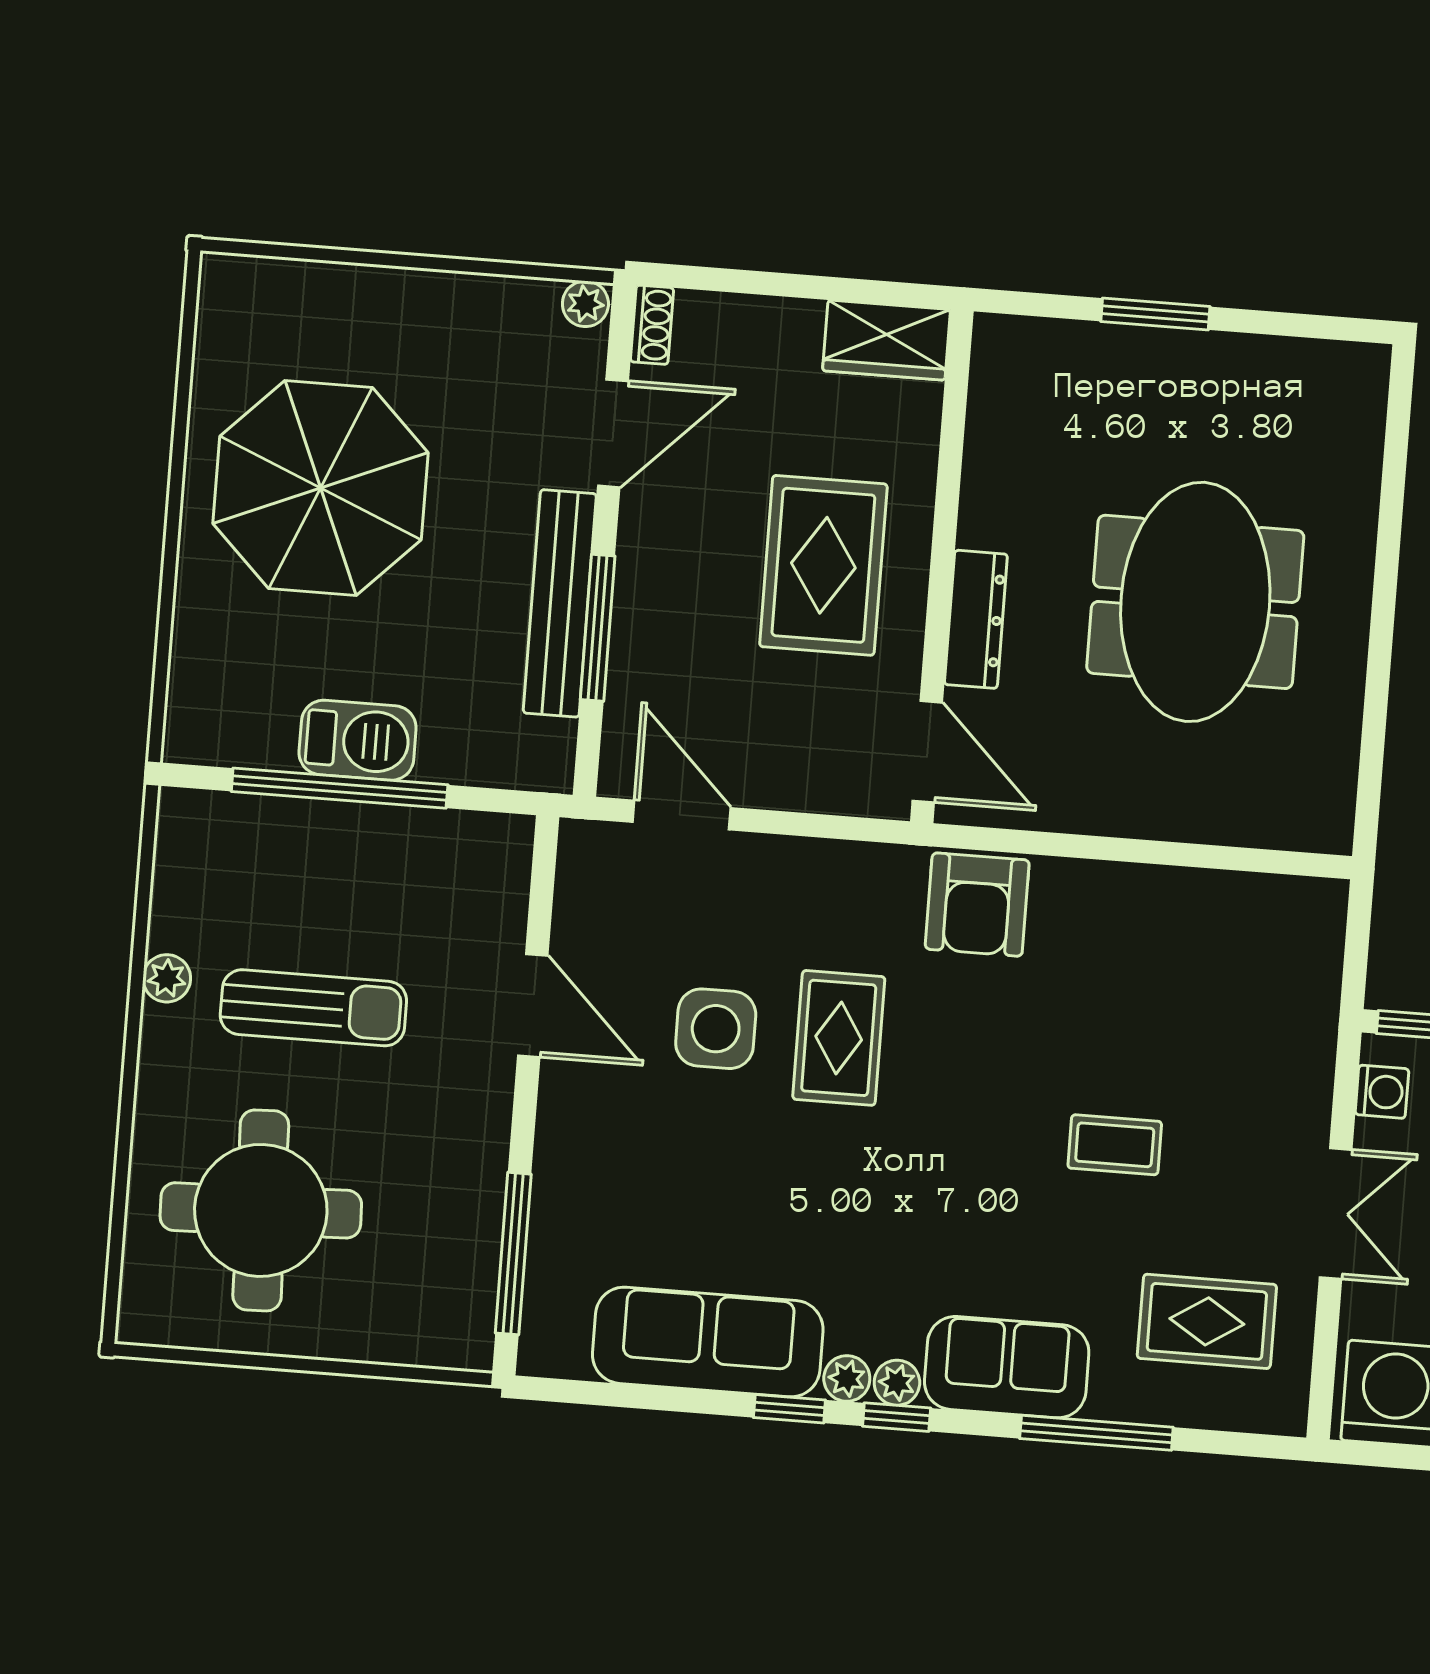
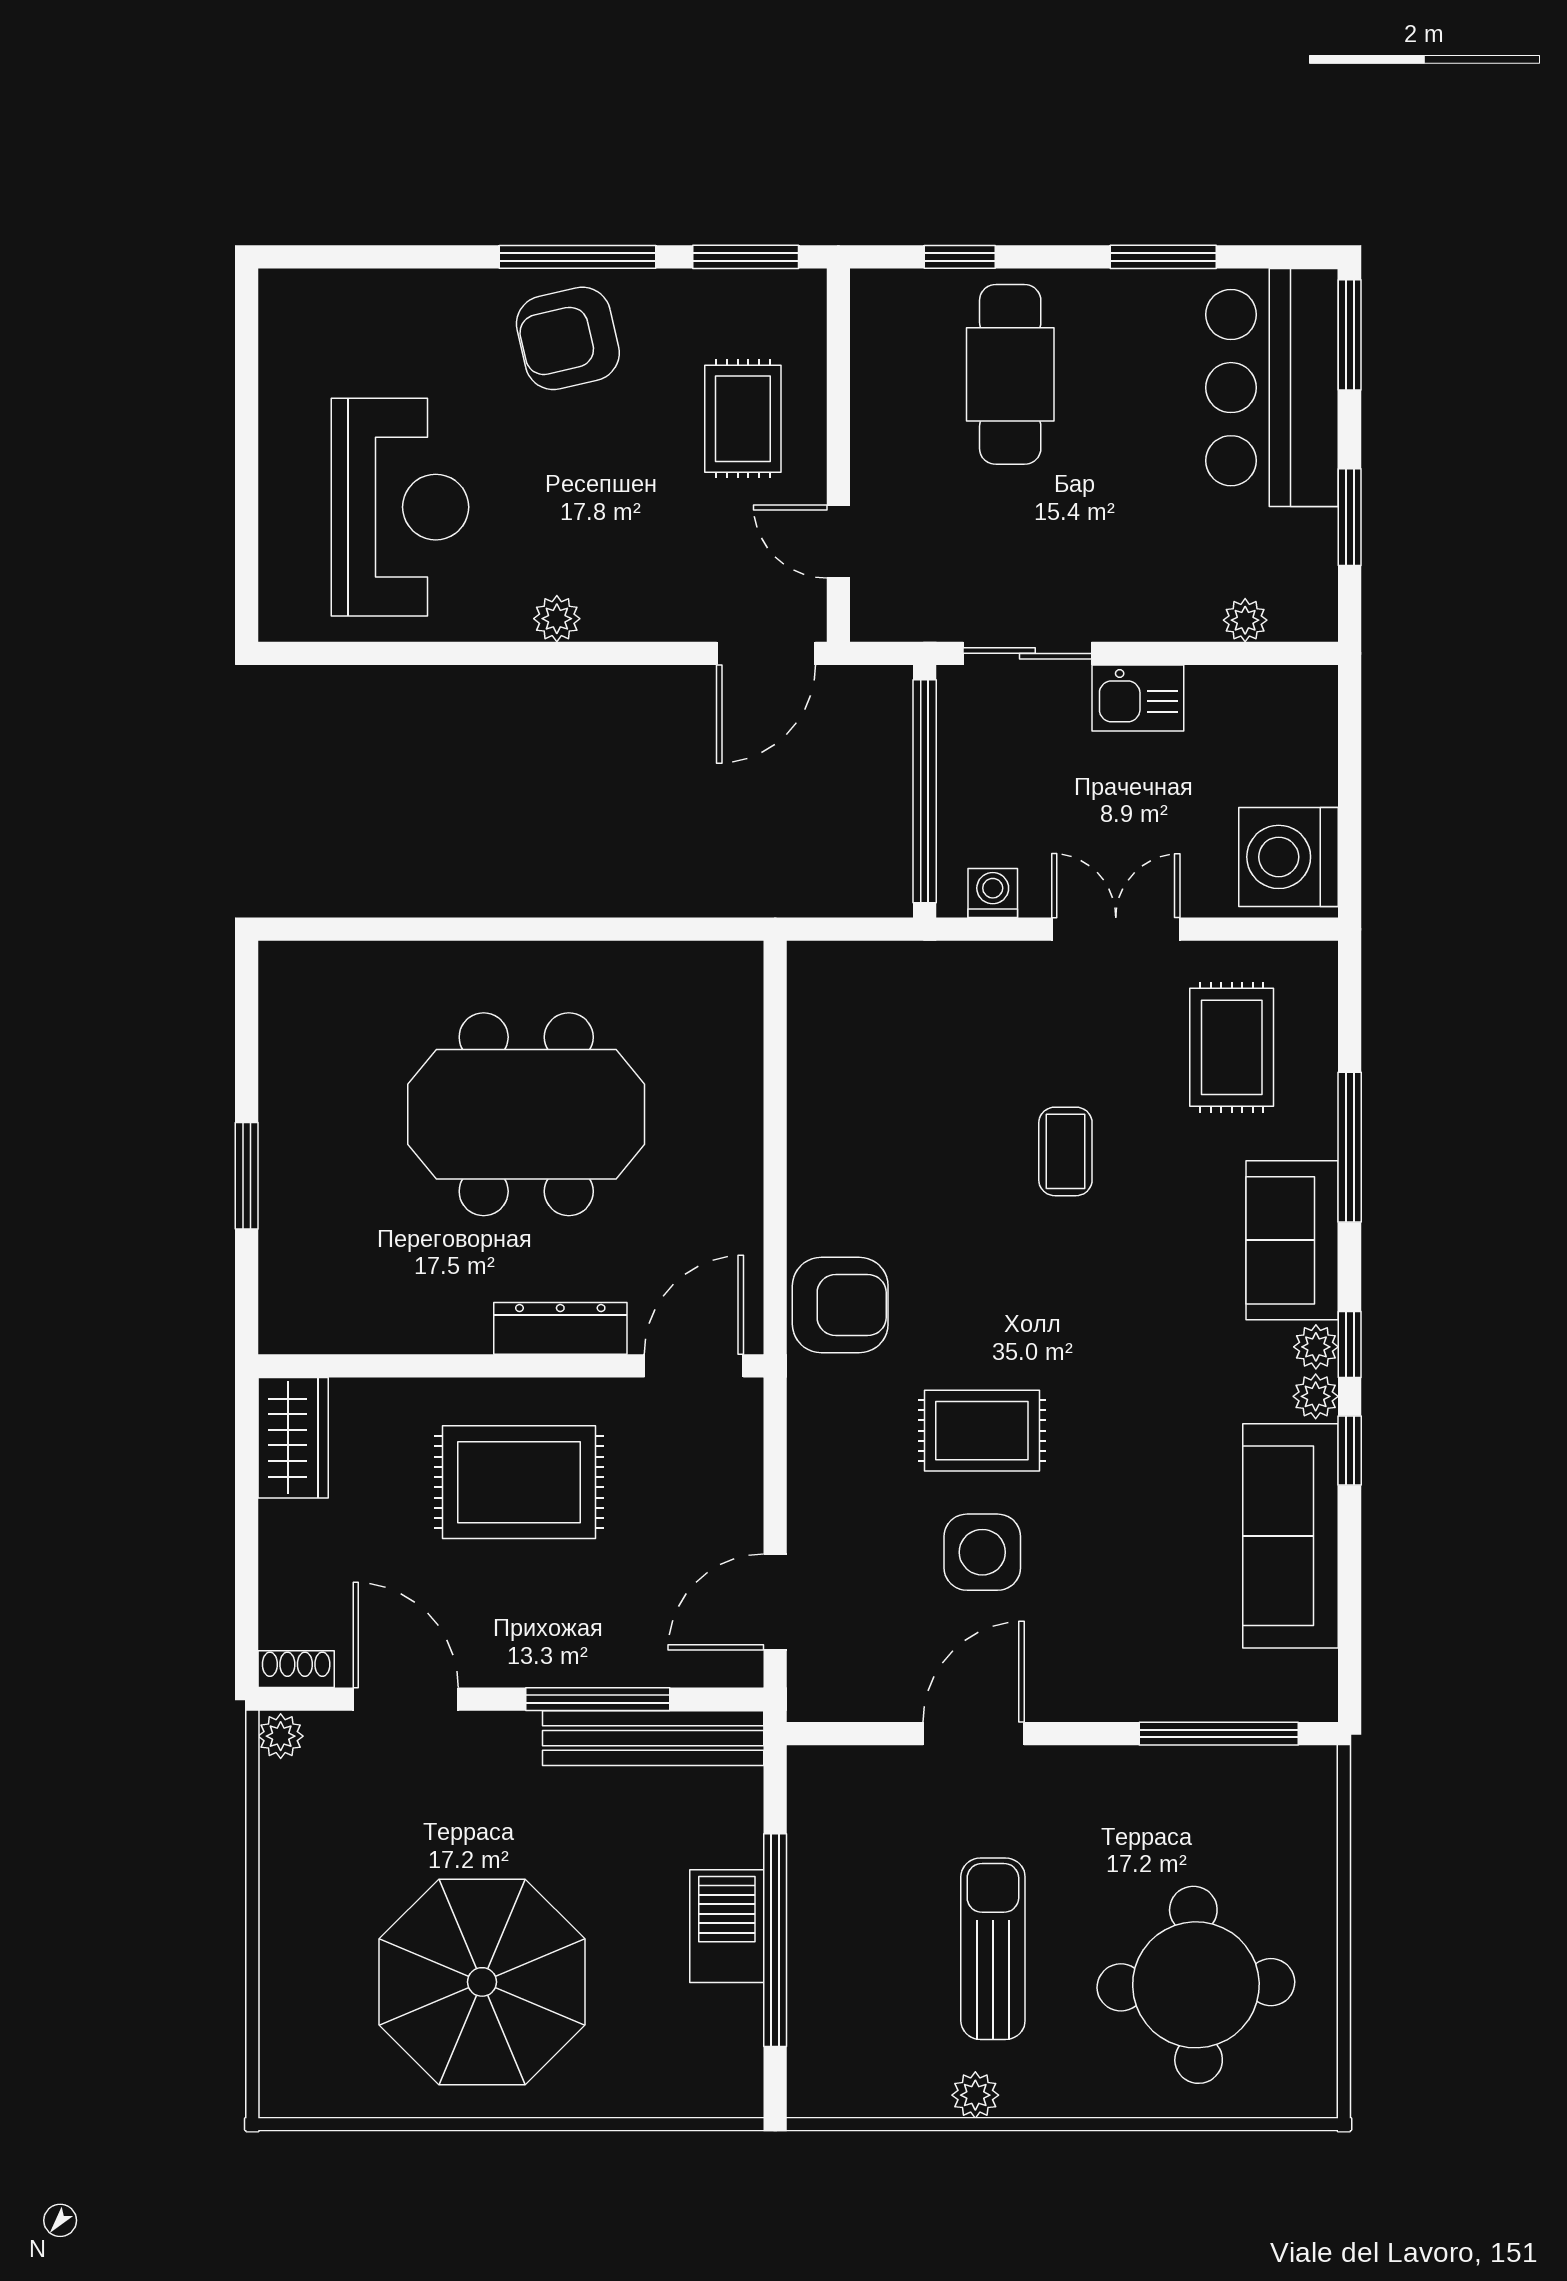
bench: (560, 603) -> (653, 1738), moved

